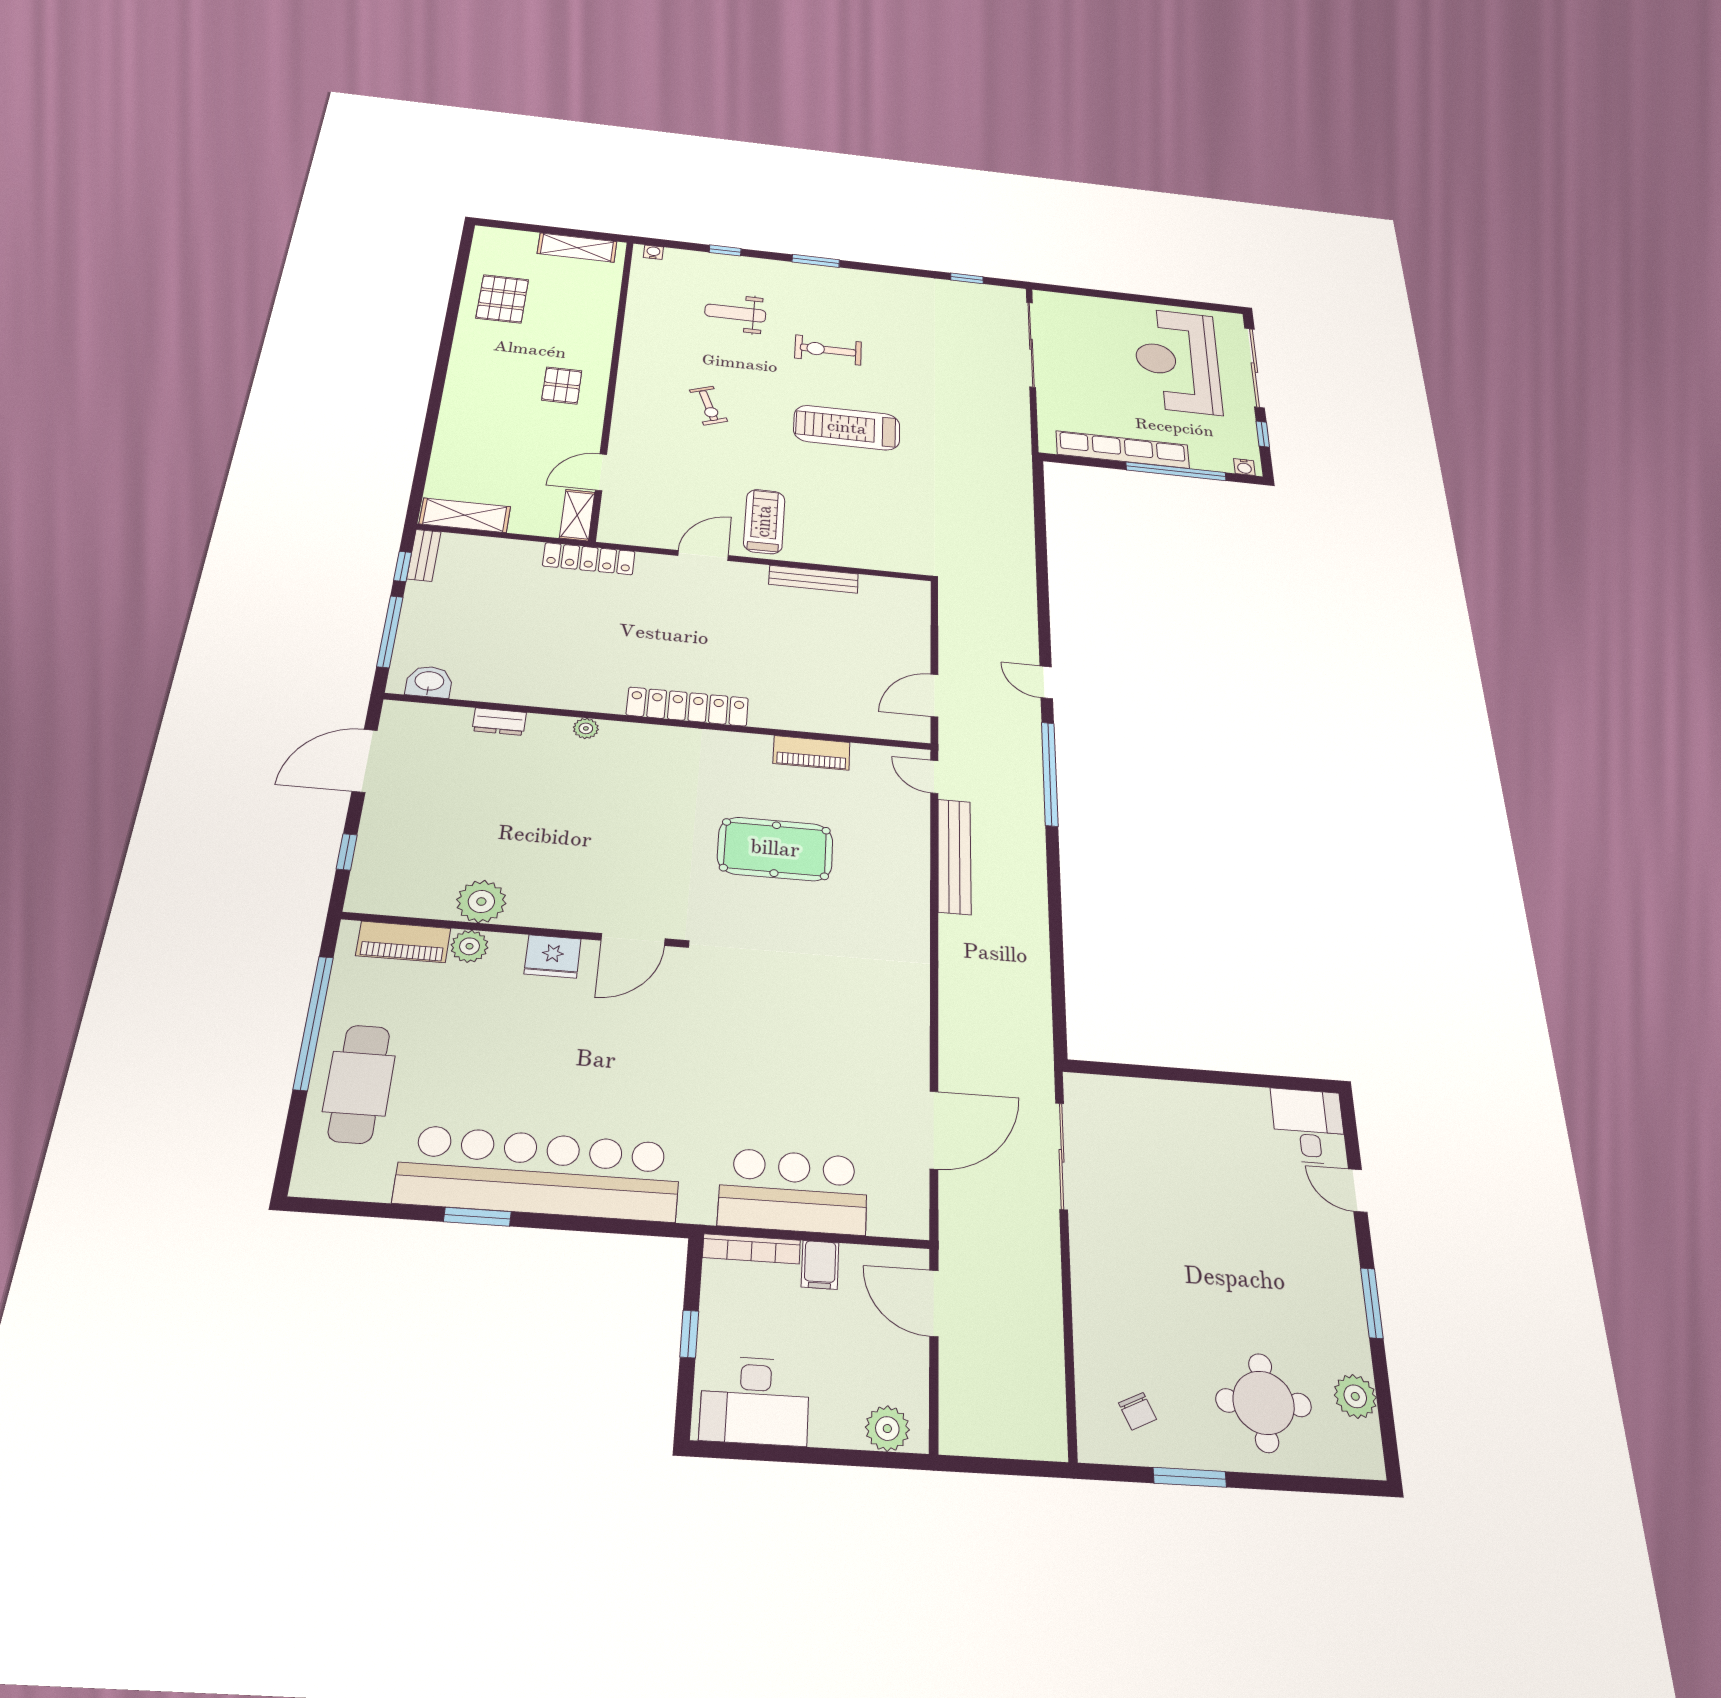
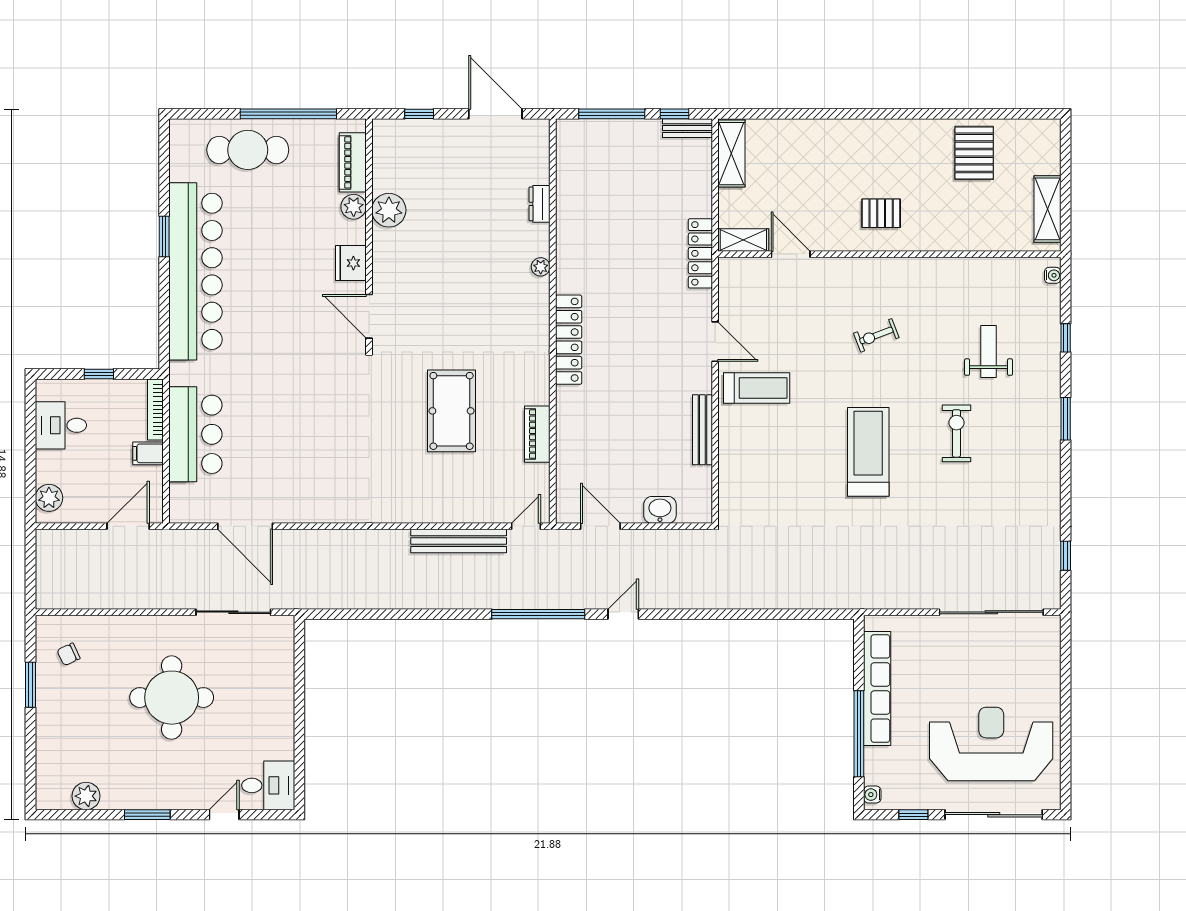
pallet: (502, 299) -> (974, 153), turned 90
washbasin: (429, 682) -> (660, 510), moved, turned -90
desk: (755, 1401) -> (61, 425), width x0.73
round table: (1264, 1403) -> (172, 698), moved, width x1.36, depth x1.36

